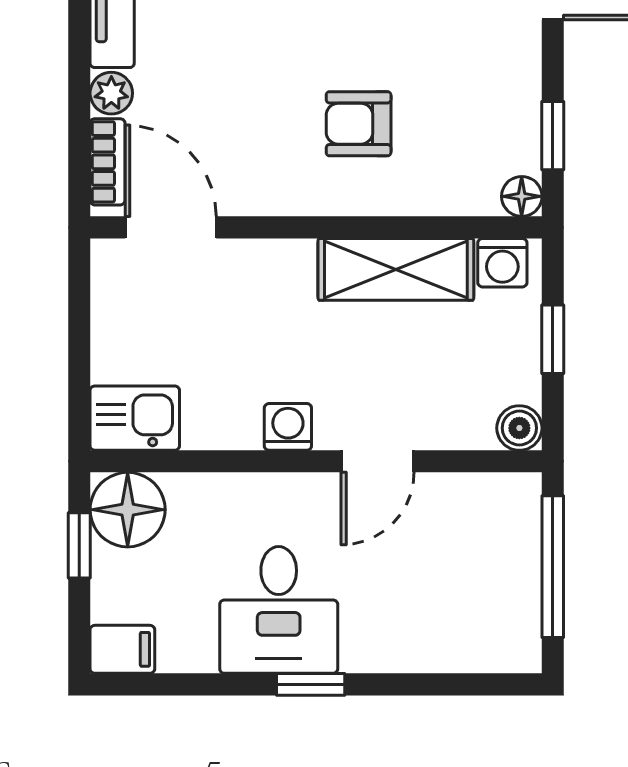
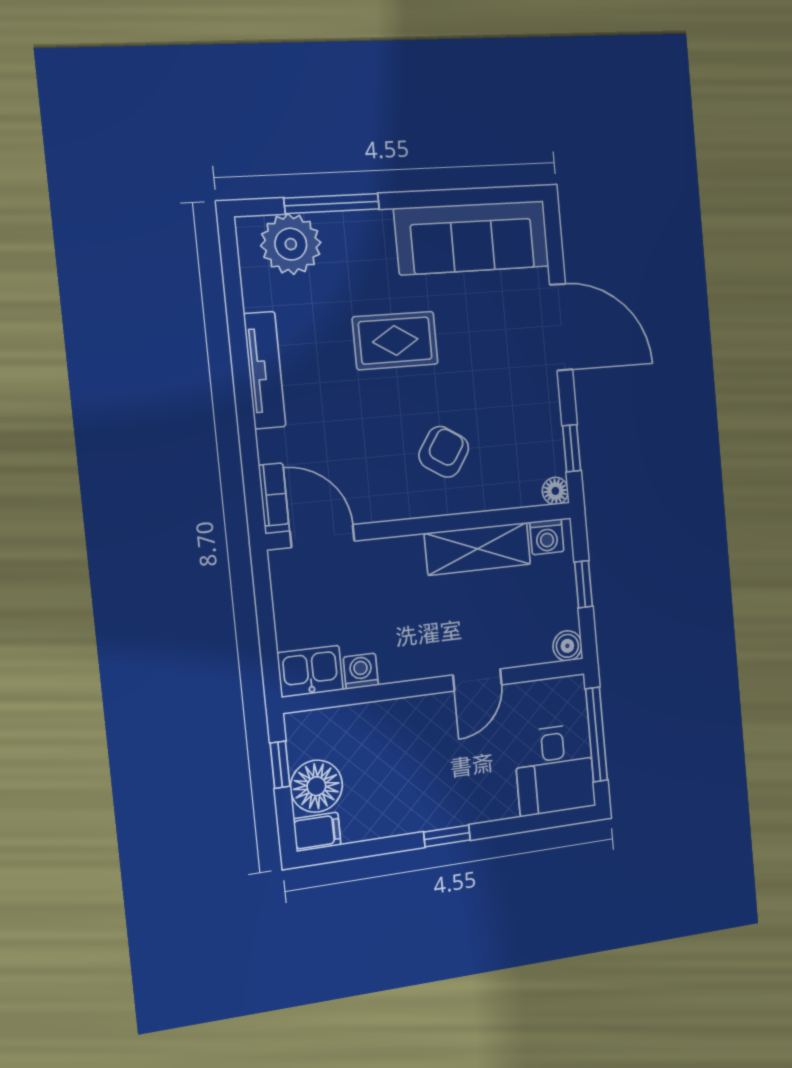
plant: (111, 93) -> (271, 446), removed
armchair: (359, 124) -> (444, 452), turned 123
washing machine: (288, 427) -> (361, 671), moved
floor lamp: (128, 510) -> (316, 786), moved
desk: (279, 610) -> (555, 770), moved

